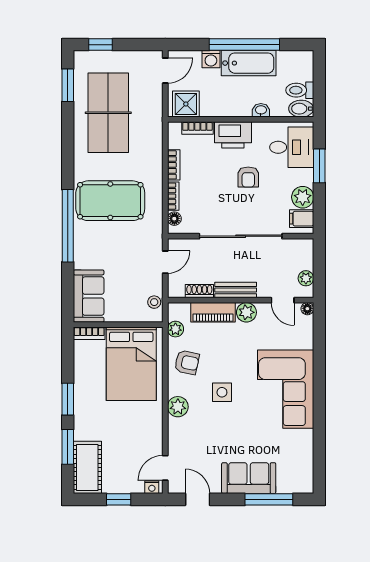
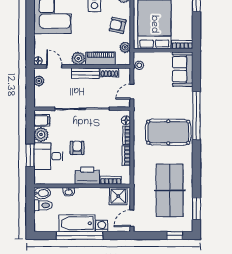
desk: (292, 147) -> (48, 156), moved

